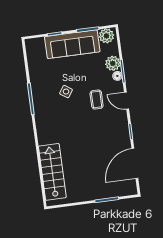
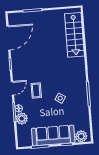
plant: (106, 36) -> (81, 136), moved
door: (127, 101) -> (12, 88), hinge flipped

